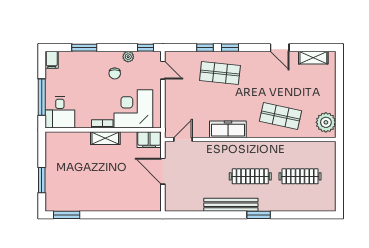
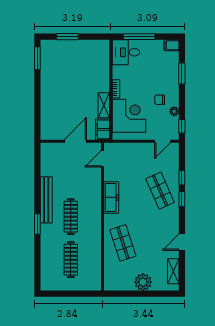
shop shelf: (220, 73) -> (160, 191), turned -30
shop shelf: (281, 116) -> (123, 243), turned -30
plant: (326, 122) -> (143, 282), moved
shelving: (105, 138) -> (104, 105), moved
door: (183, 140) -> (103, 159), swing flipped

